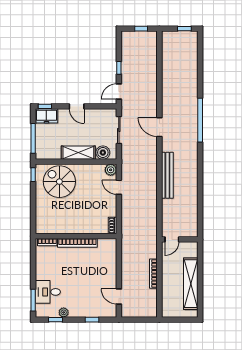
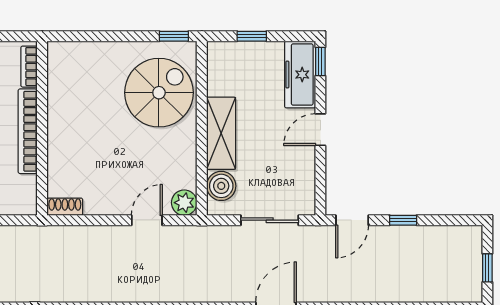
door: (119, 92) -> (352, 220), swing flipped
freezer: (46, 116) -> (300, 75), width x1.40
window: (33, 138) -> (252, 36), width x0.46

